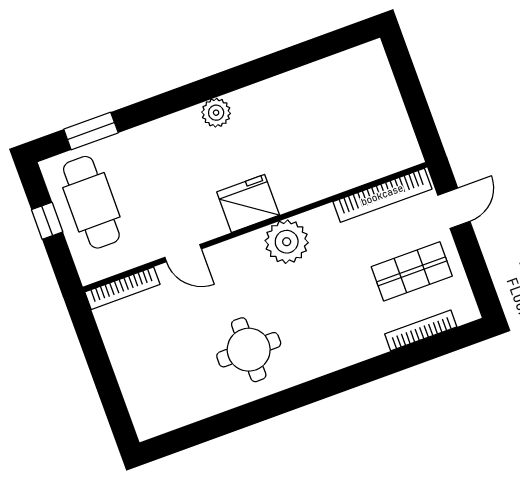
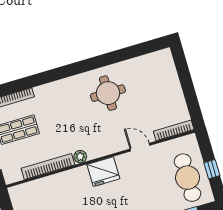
bookcase: (382, 195) -> (48, 166), moved
plant: (287, 242) -> (80, 157), width x0.53, depth x0.53

